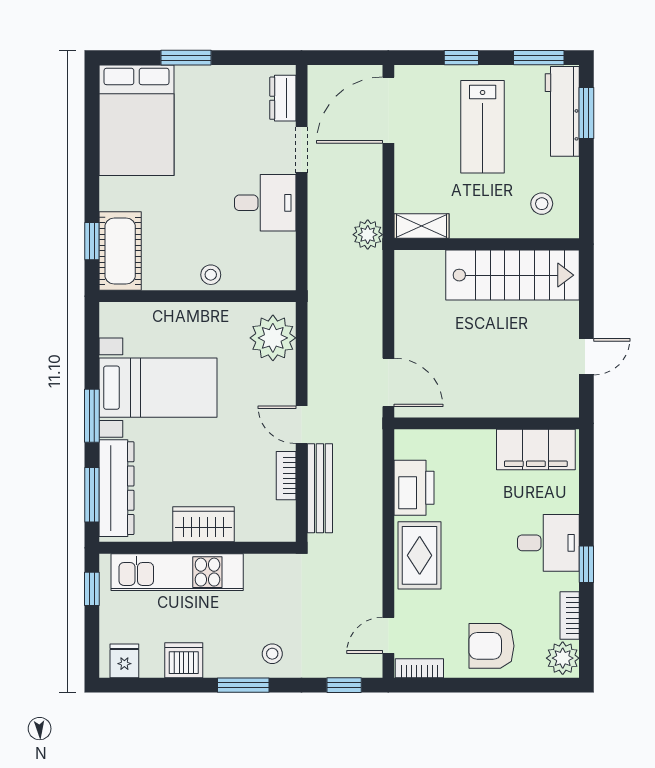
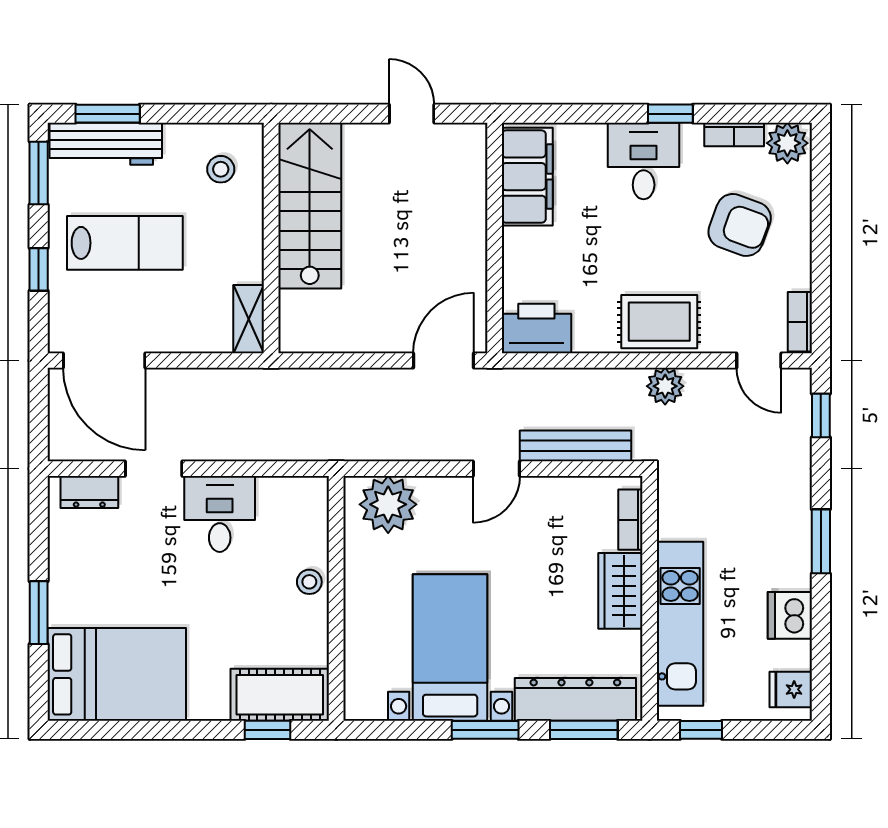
plant: (368, 235) -> (665, 386), moved
bookcase: (286, 476) -> (630, 520), moved, turned 90
printer: (414, 488) -> (536, 328), moved
armchair: (491, 646) -> (740, 225), moved, turned -70
stool: (272, 654) -> (782, 505), removed

